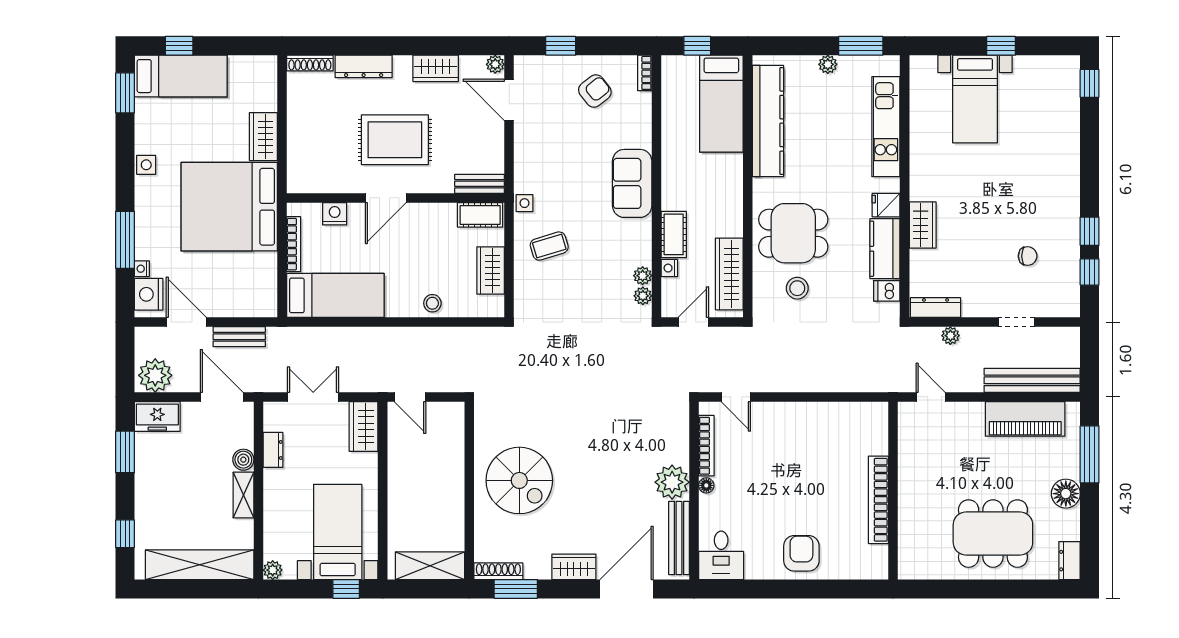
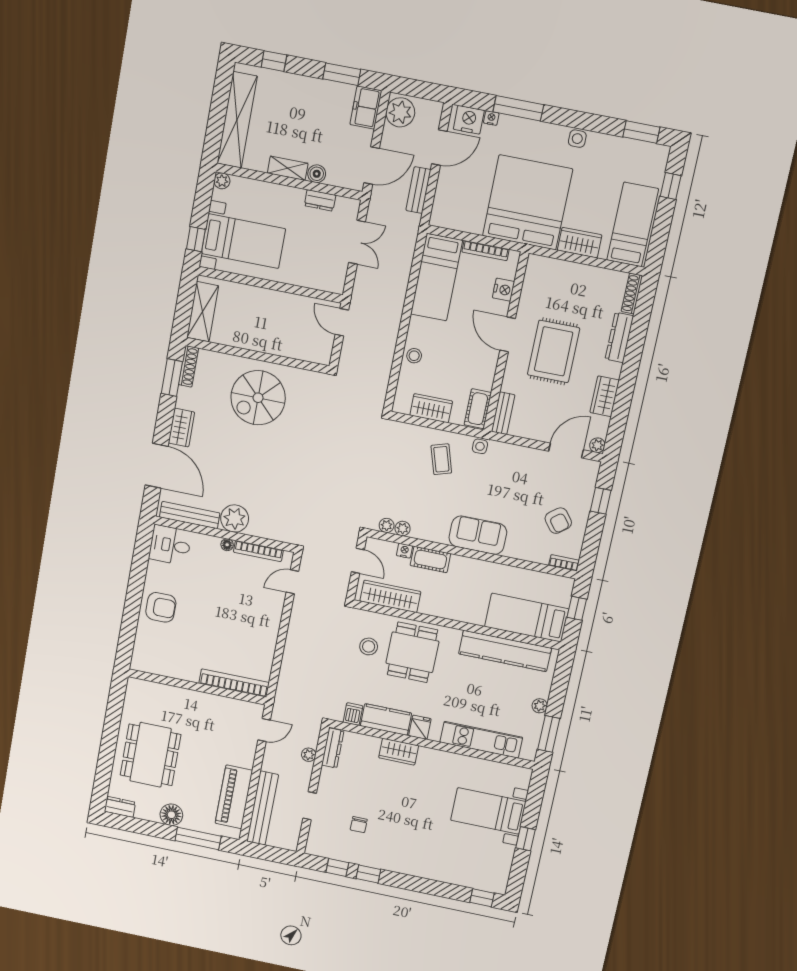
bed: (181, 76) -> (633, 224), moved, turned 180
door: (410, 397) -> (342, 322), hinge flipped
wardrobe: (364, 426) -> (325, 279), removed
bookcase: (878, 500) -> (234, 683), moved

